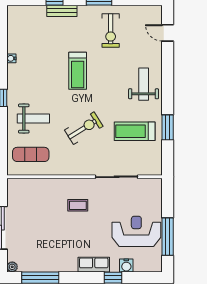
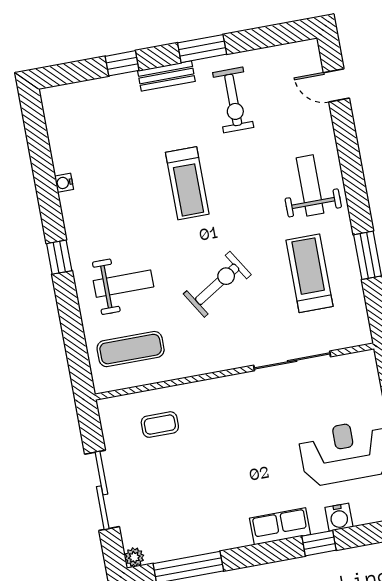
bench: (62, 11) -> (166, 76), moved
treadmill: (135, 131) -> (309, 273), turned 90
coffee table: (78, 205) -> (160, 425), moved

